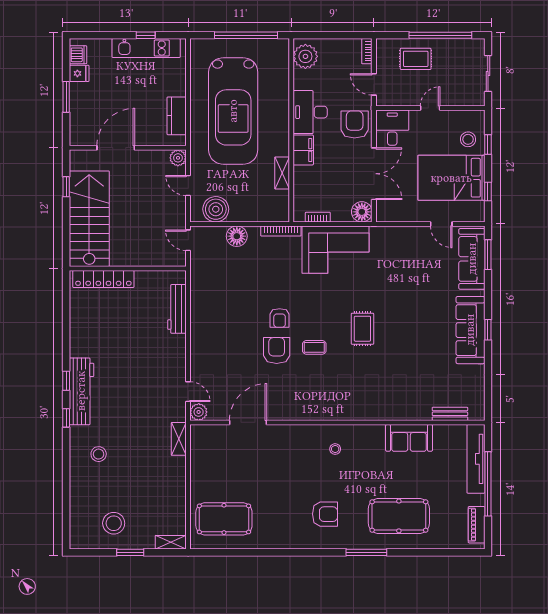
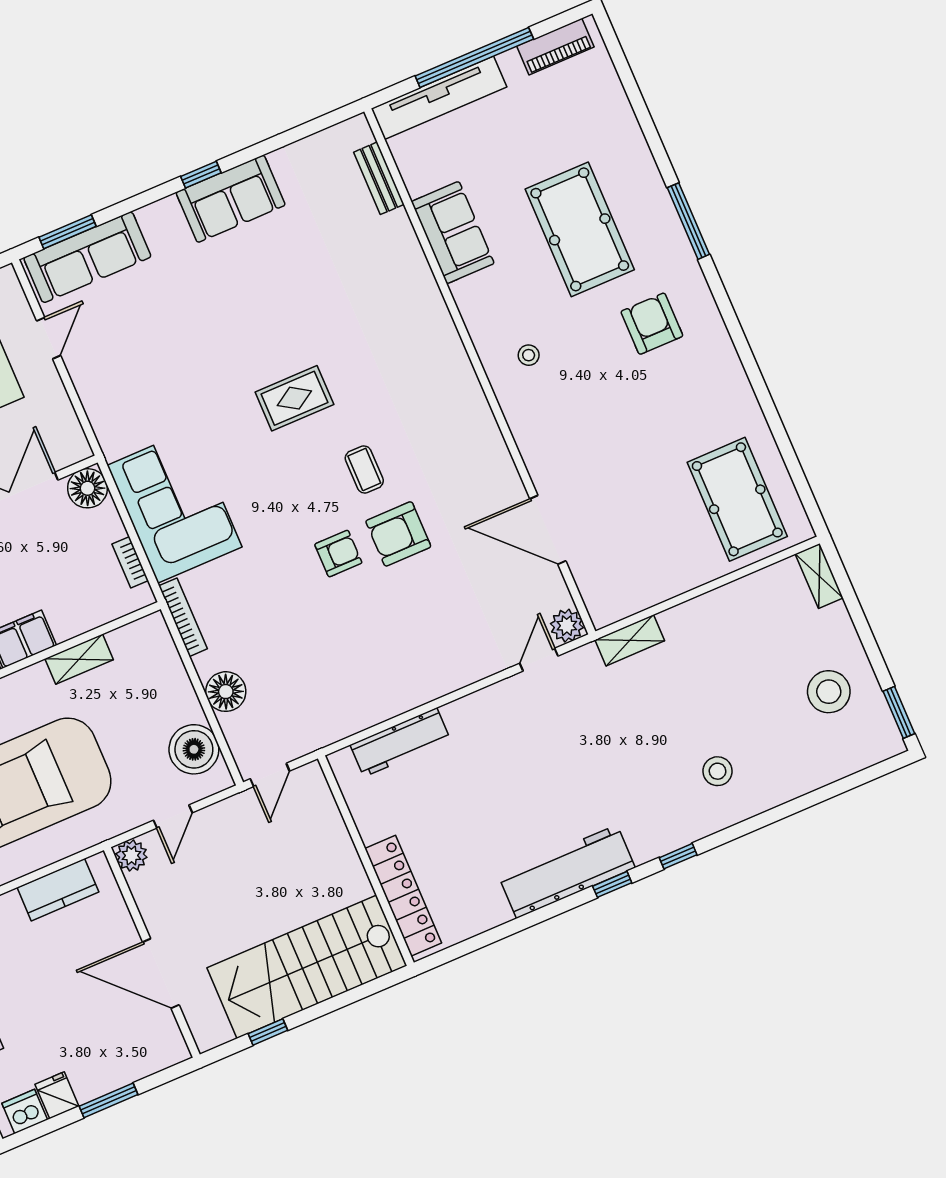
sofa: (470, 330) -> (231, 199), width x0.73
workbench: (81, 391) -> (567, 872), moved
pool table: (399, 516) -> (580, 229), moved
window: (130, 552) -> (899, 712), moved

